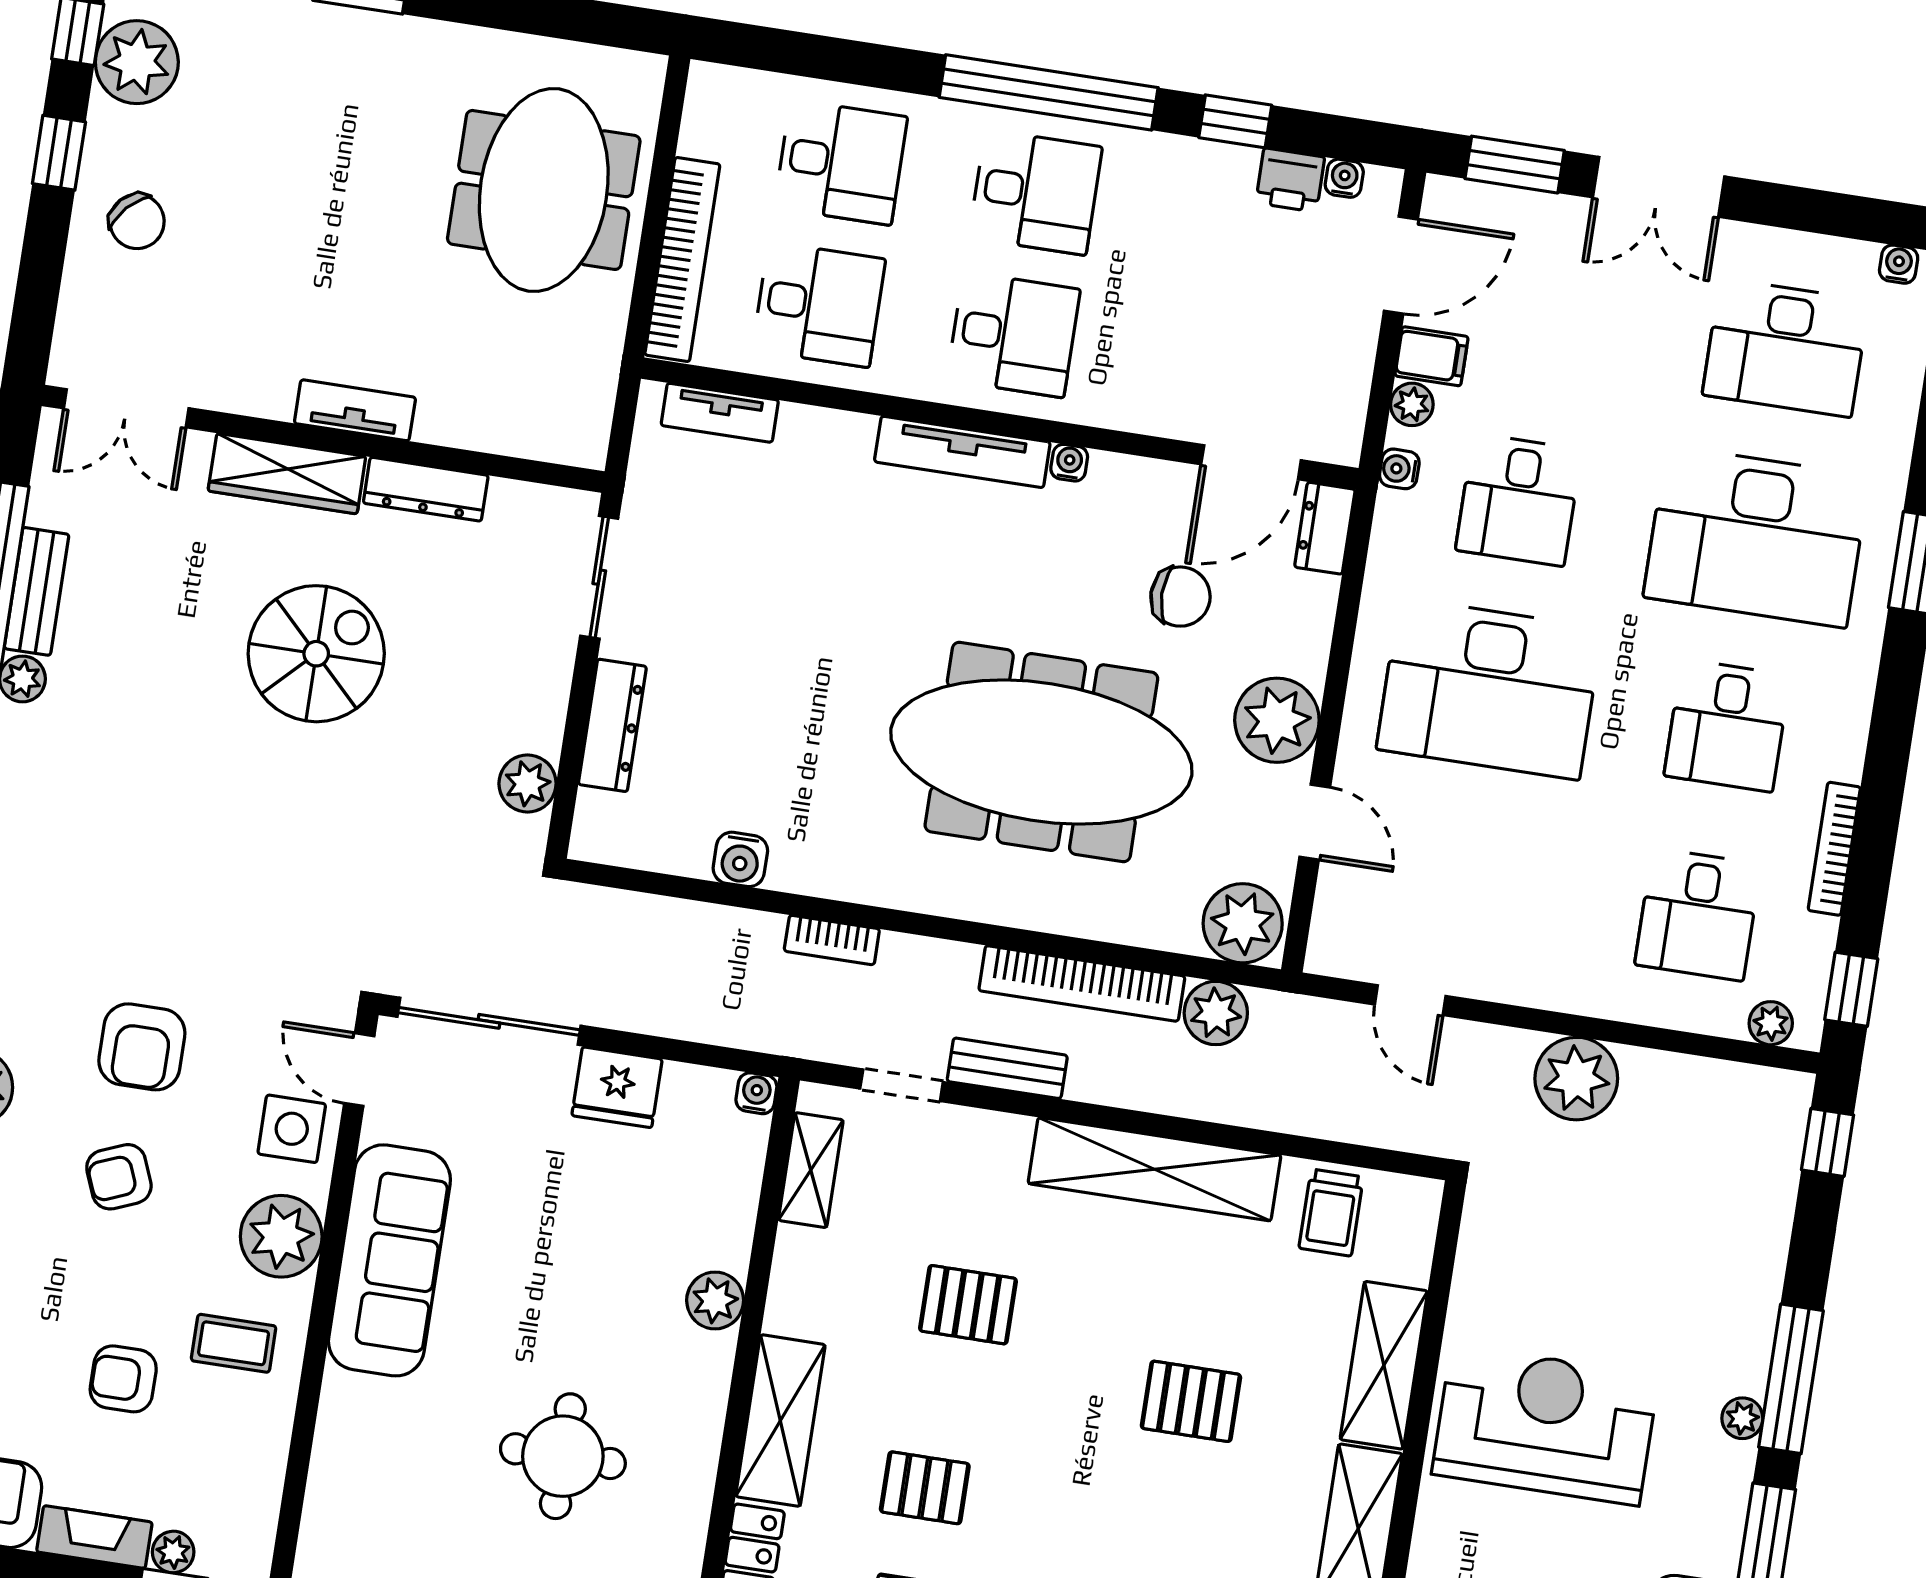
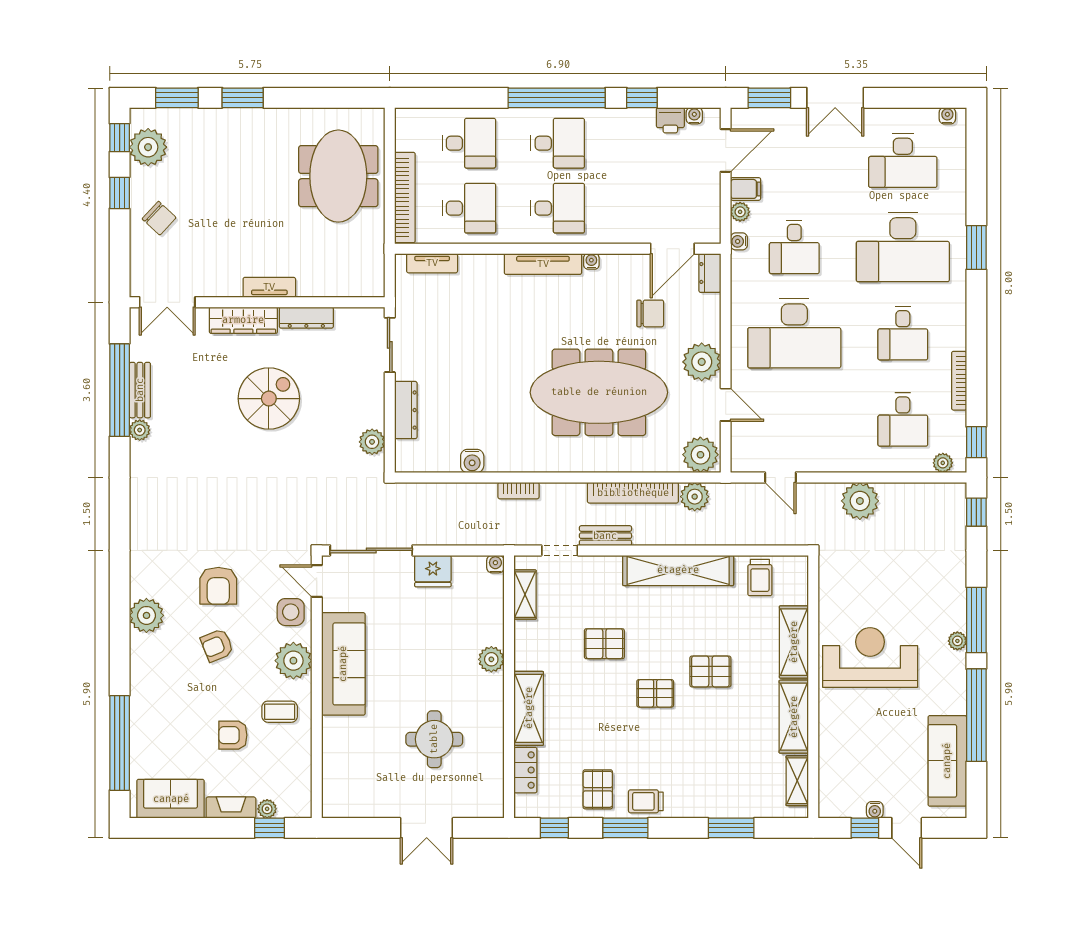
pallet: (925, 1488) -> (655, 693), moved

